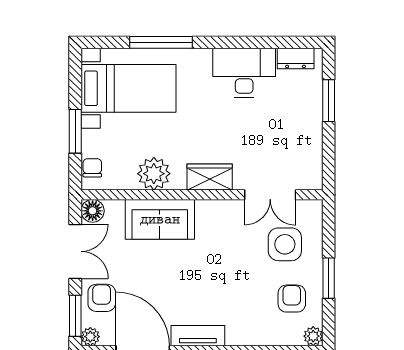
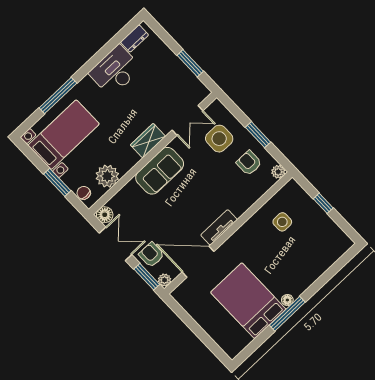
window: (329, 101) -> (190, 63), moved
plant: (154, 174) -> (107, 176), moved
sofa: (160, 219) -> (160, 171), moved

